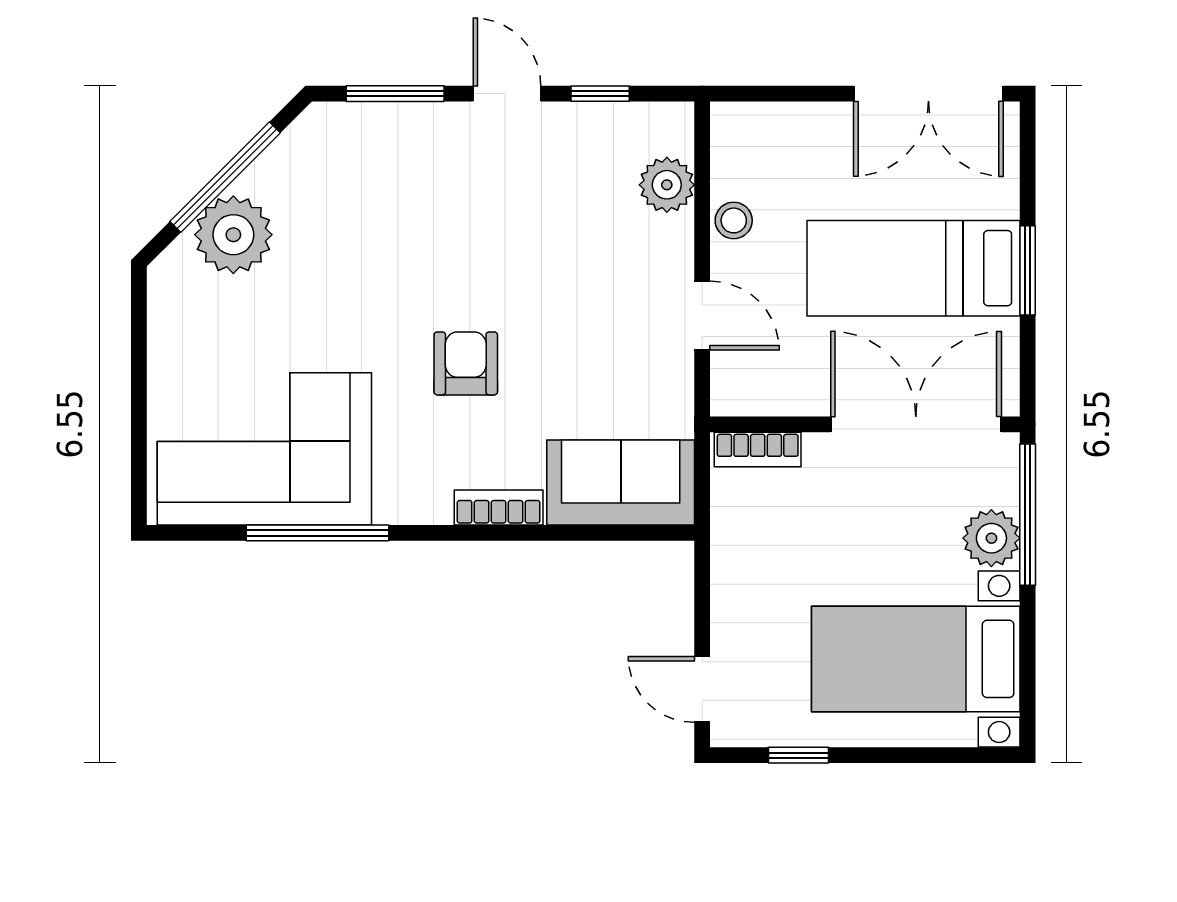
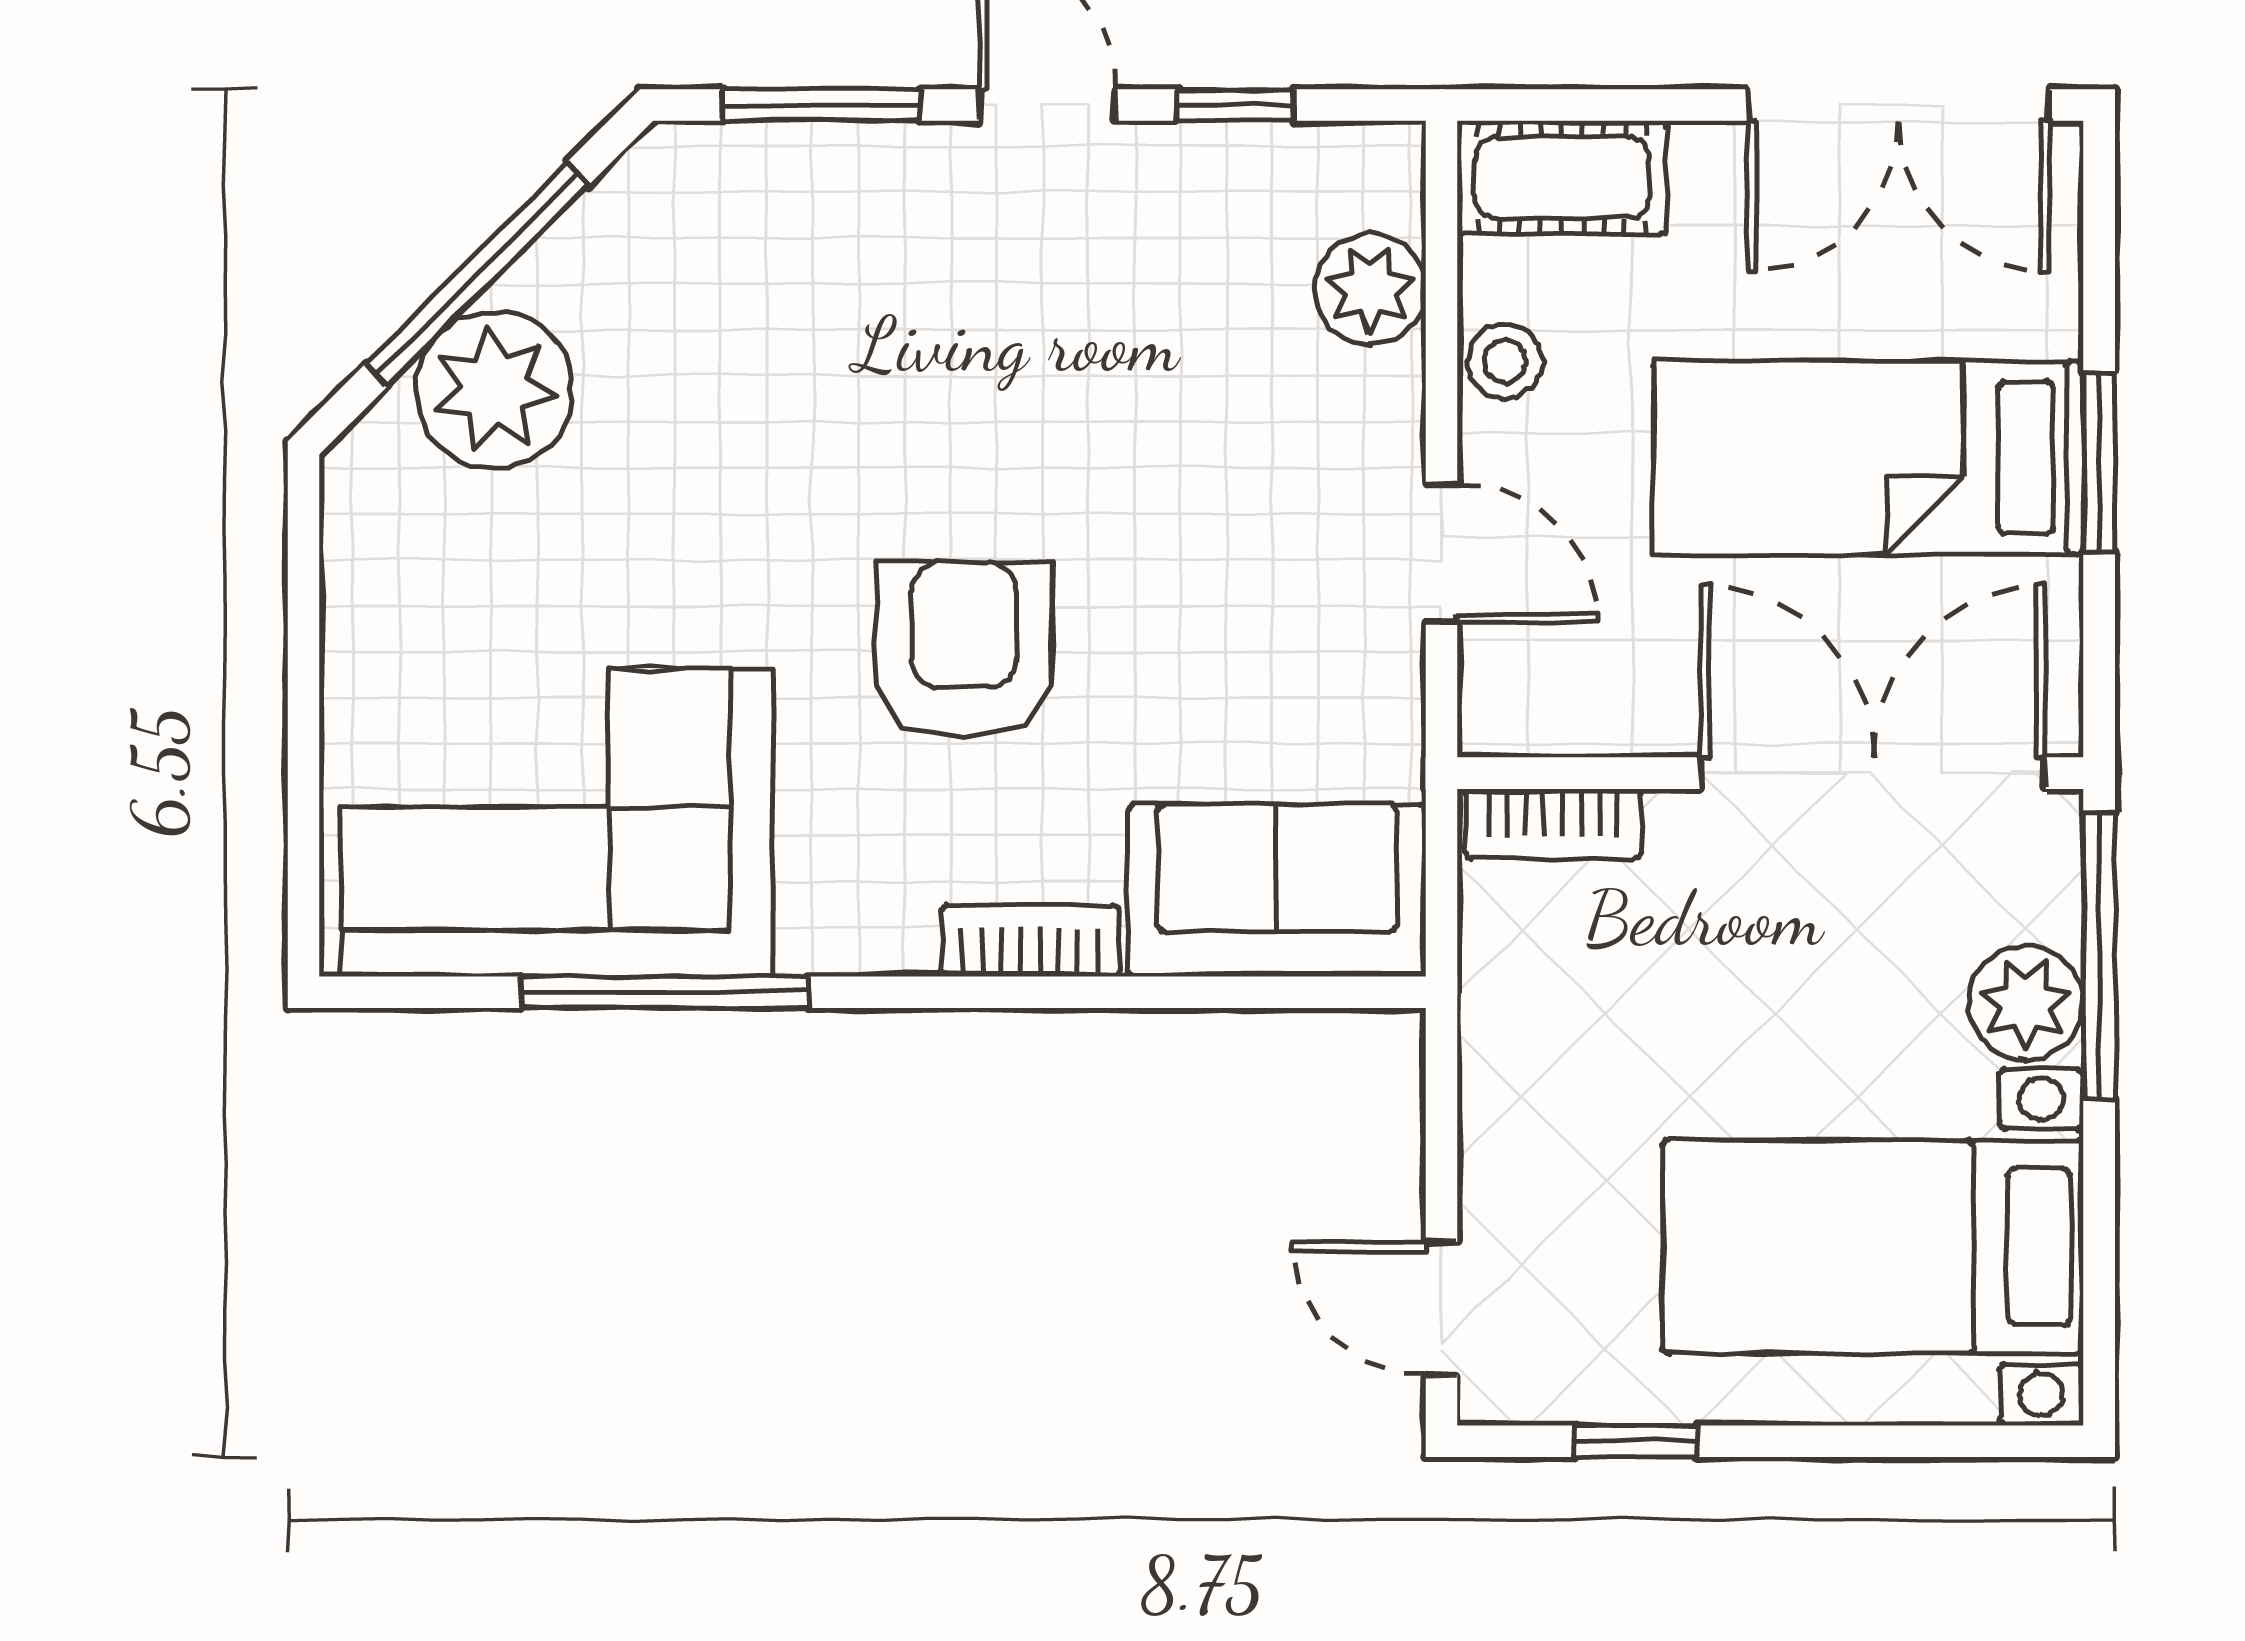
cot: (762, 130) -> (1562, 178), added
armchair: (466, 363) -> (964, 650), width x1.38, depth x1.38

